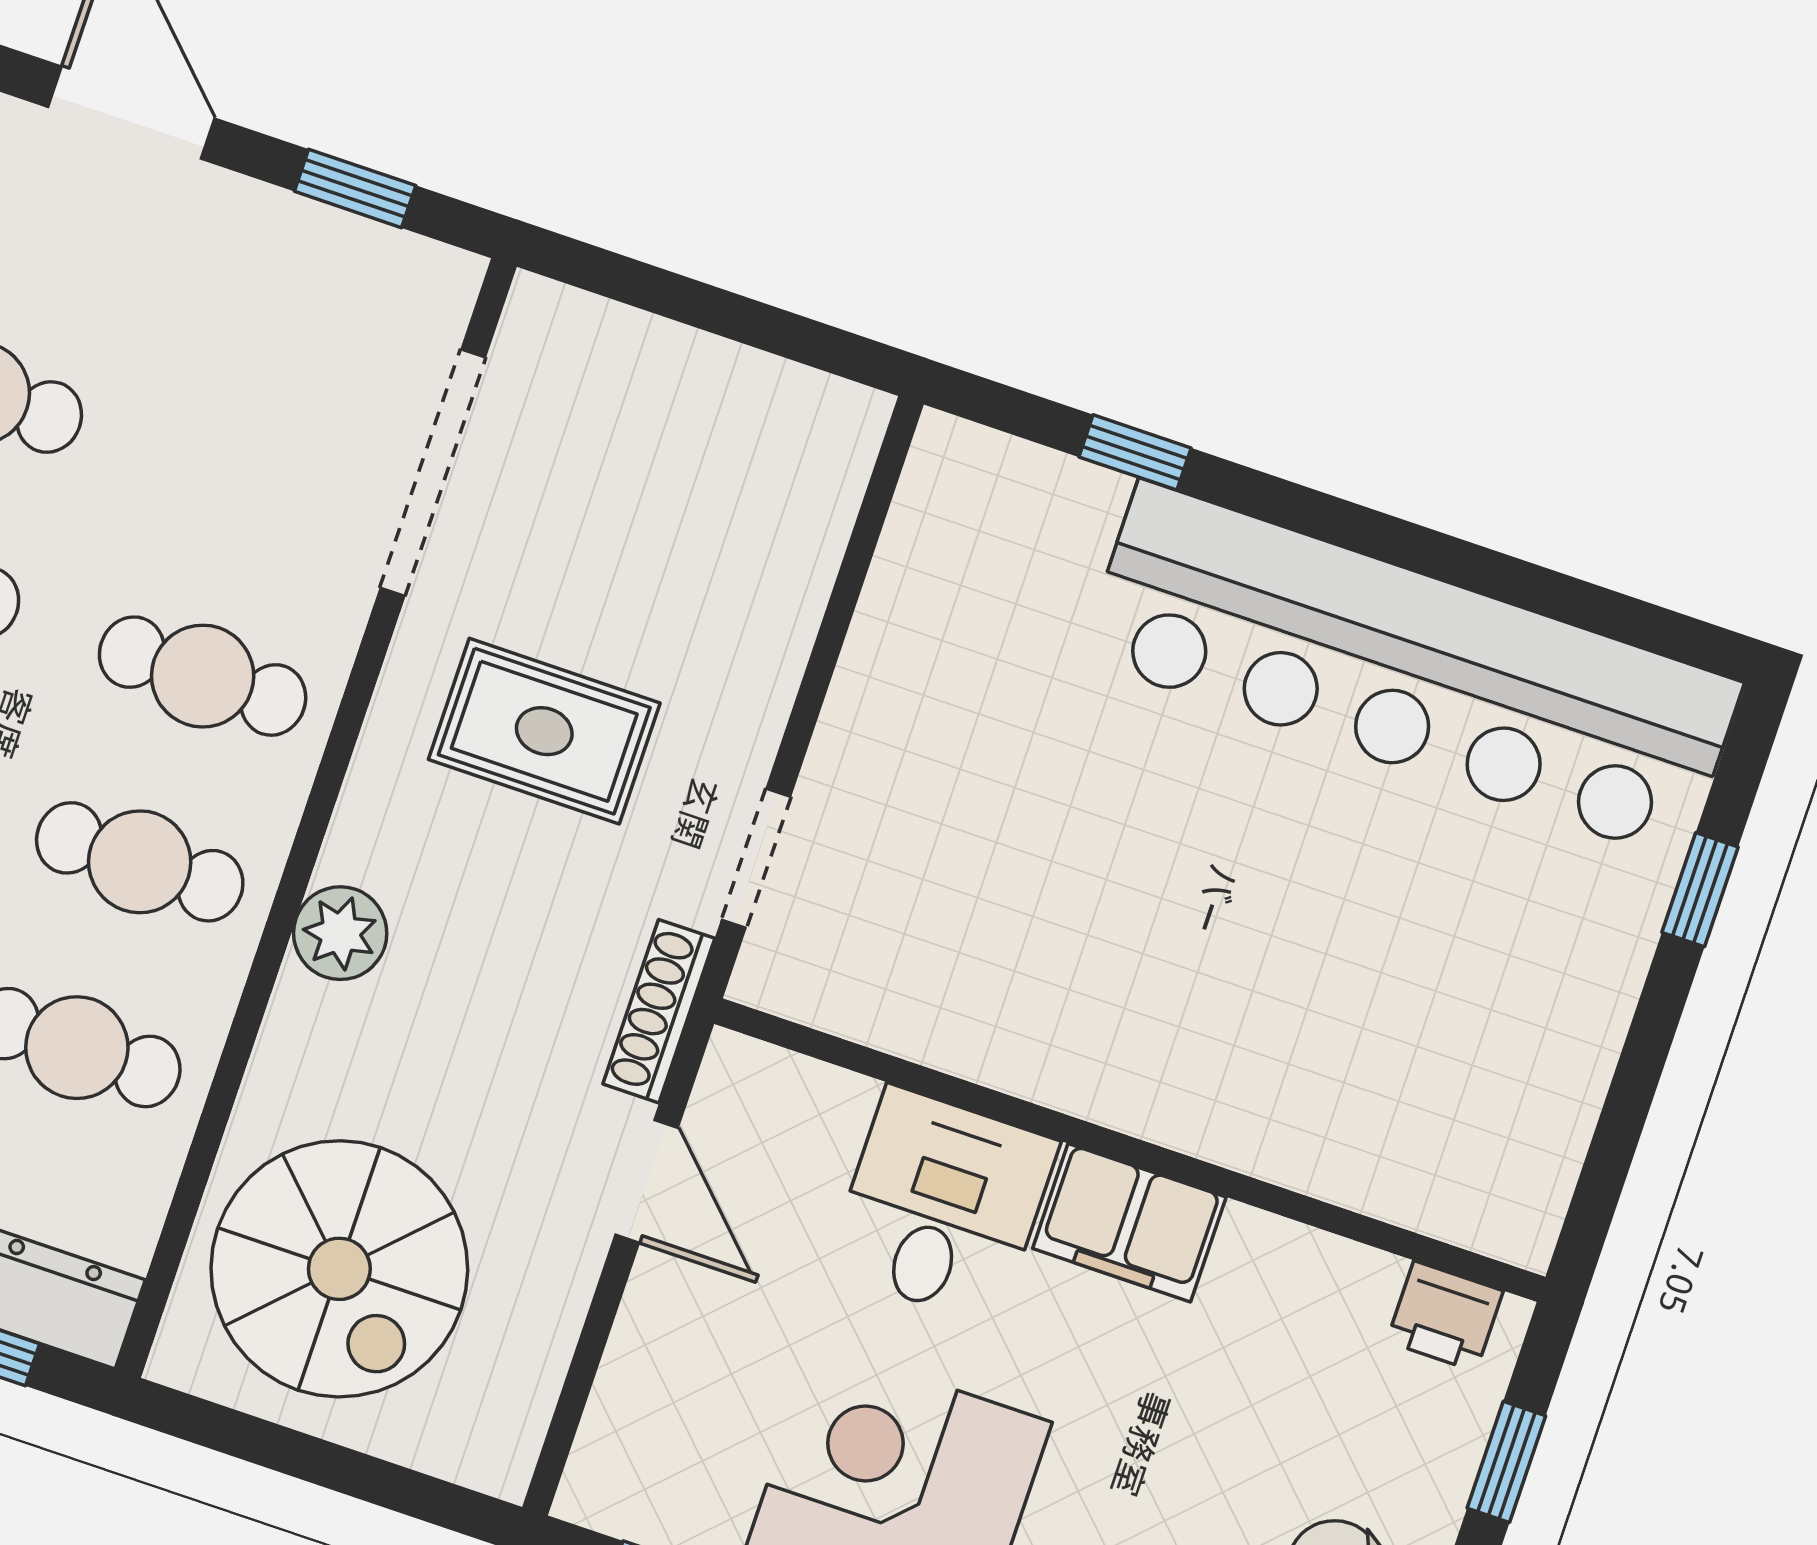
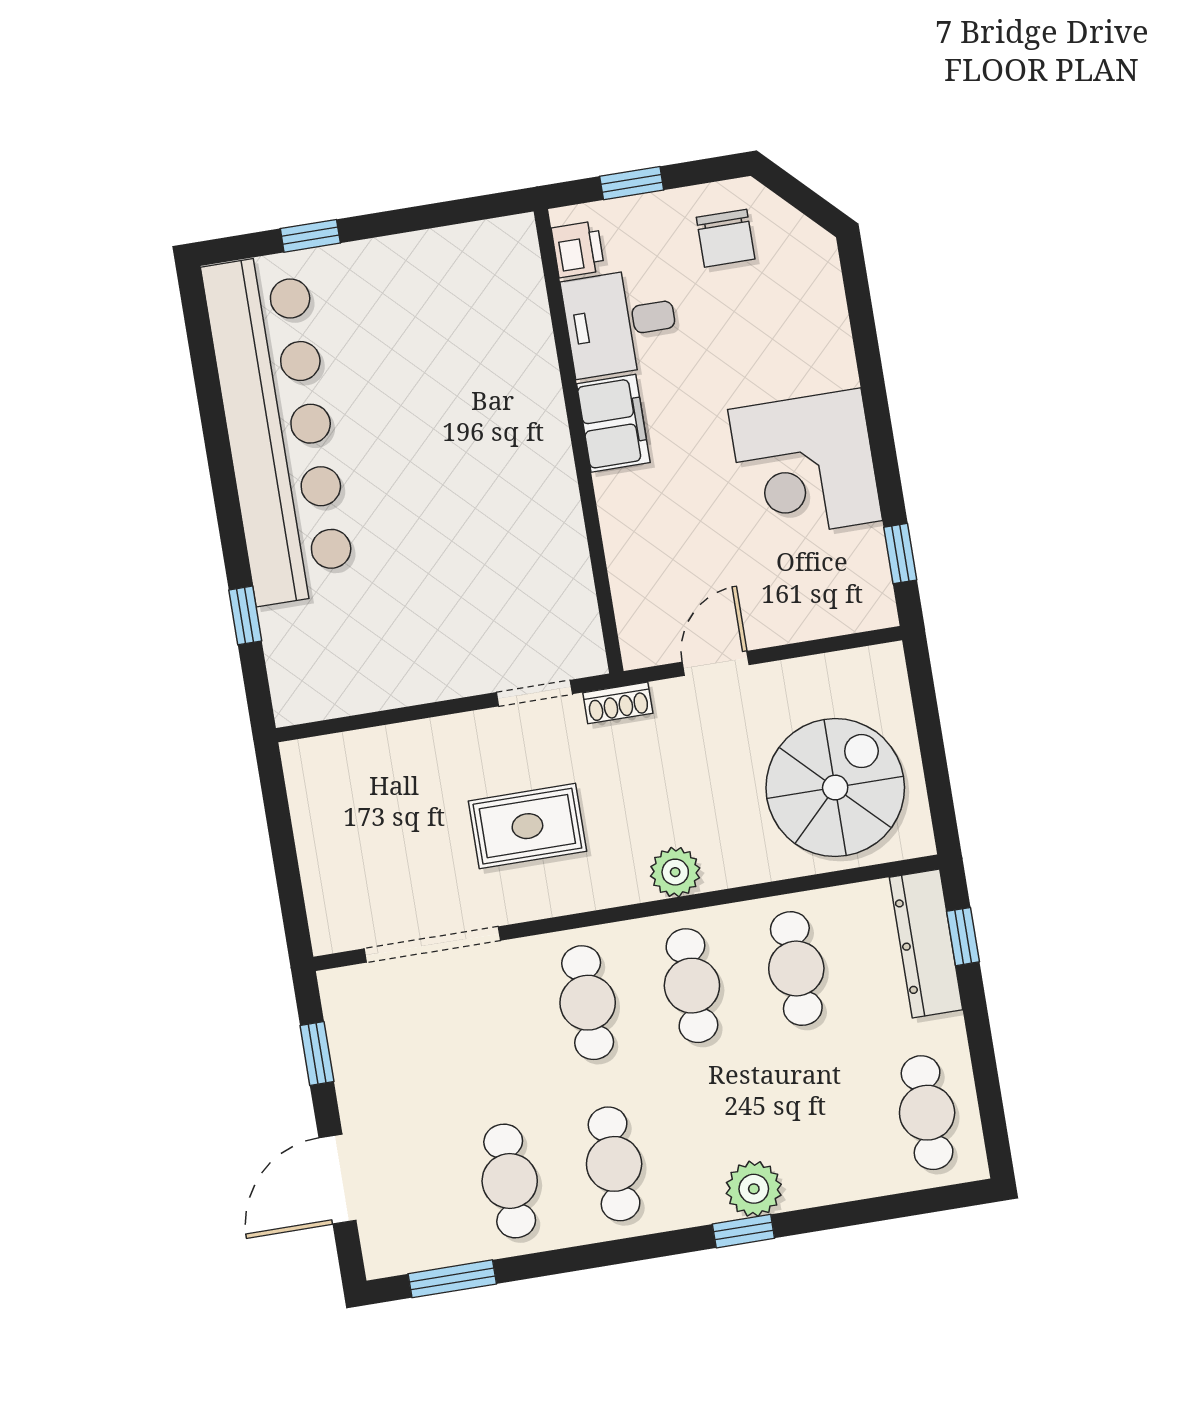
rug: (544, 731) -> (527, 826), turned 90
shoe rack: (659, 1011) -> (618, 703), width x0.70
desk: (942, 1206) -> (621, 322), moved

